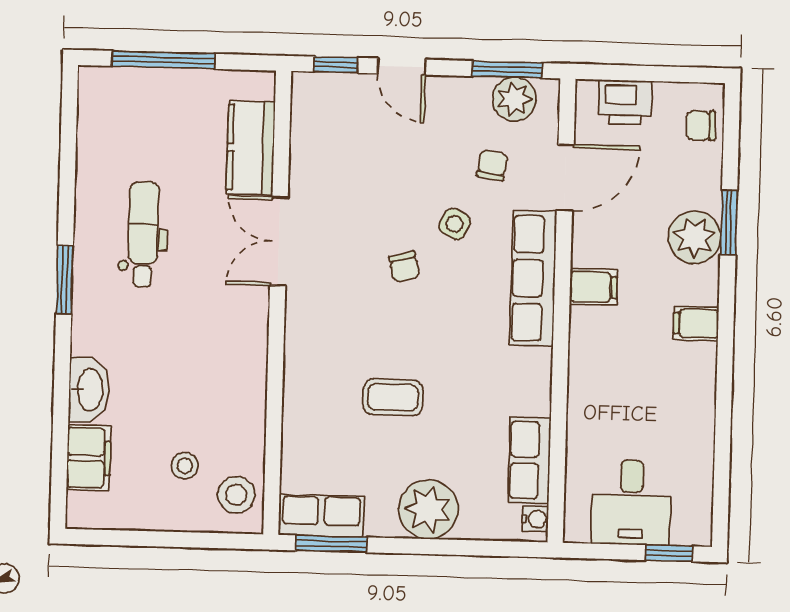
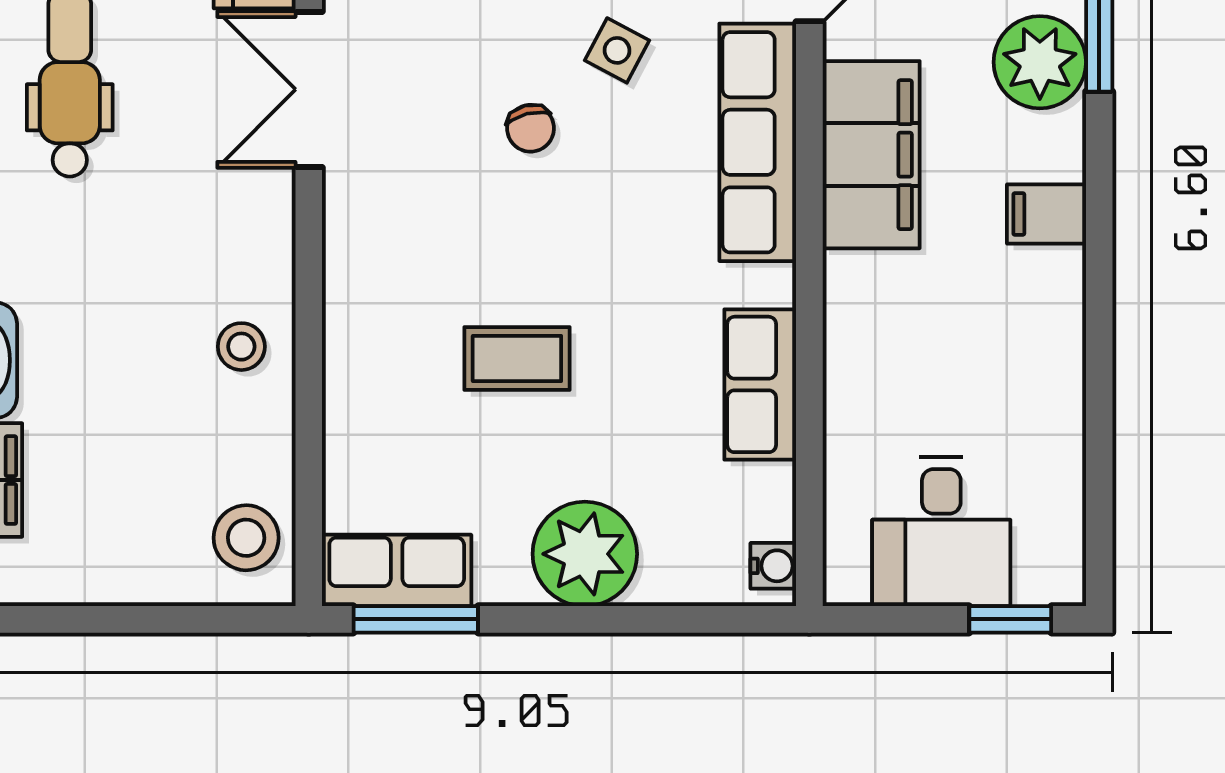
filing cabinet: (593, 287) -> (871, 155), width x3.00, depth x1.17
row of seats: (529, 460) -> (760, 384), moved
stool: (185, 466) -> (241, 347), moved

